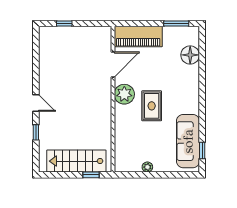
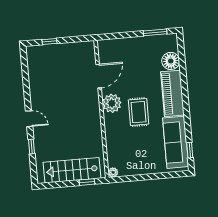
piano: (138, 37) -> (172, 93), moved, turned 90
plant: (147, 167) -> (113, 172), moved

